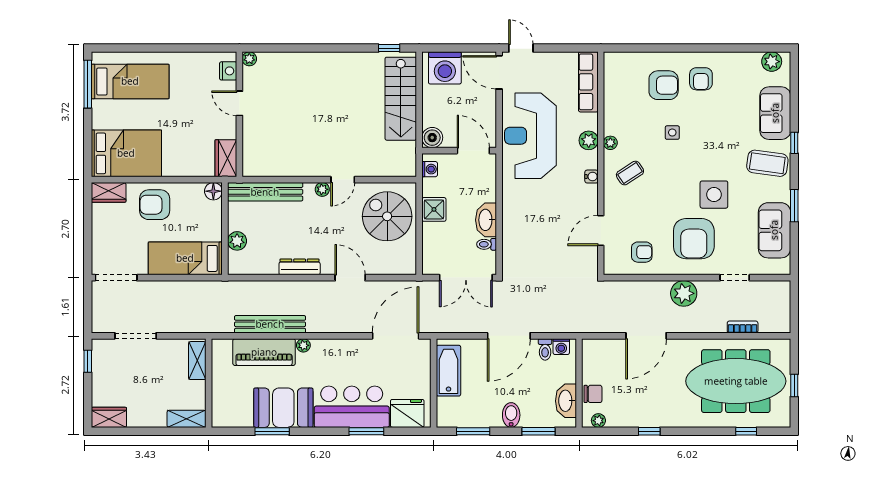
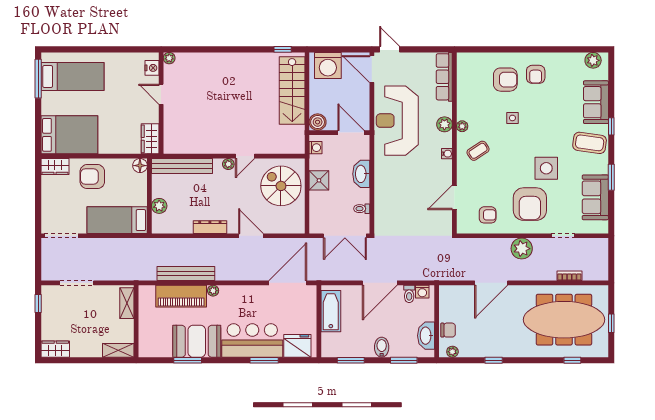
washbasin: (486, 220) -> (361, 174), moved

